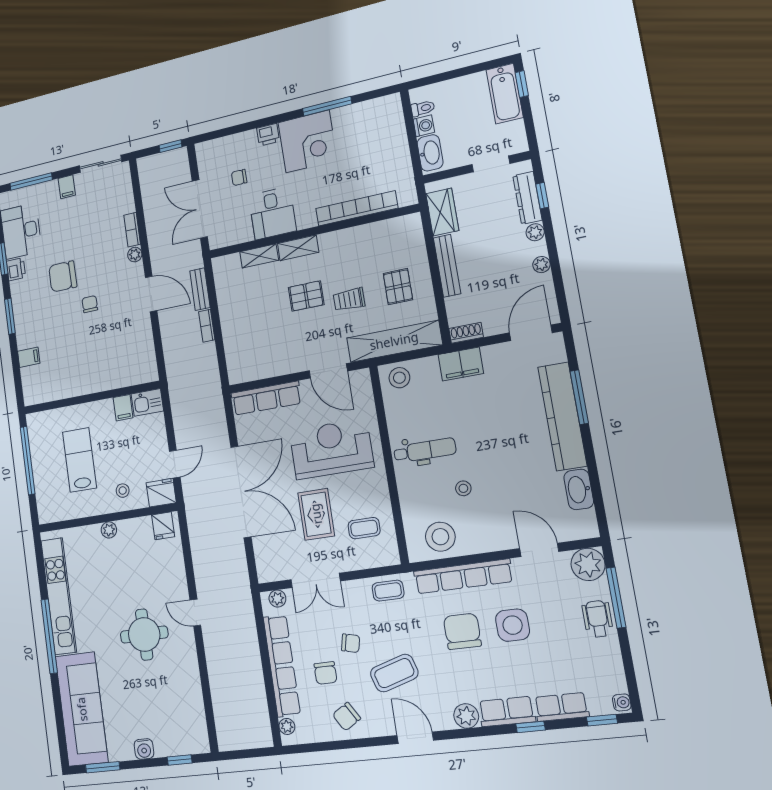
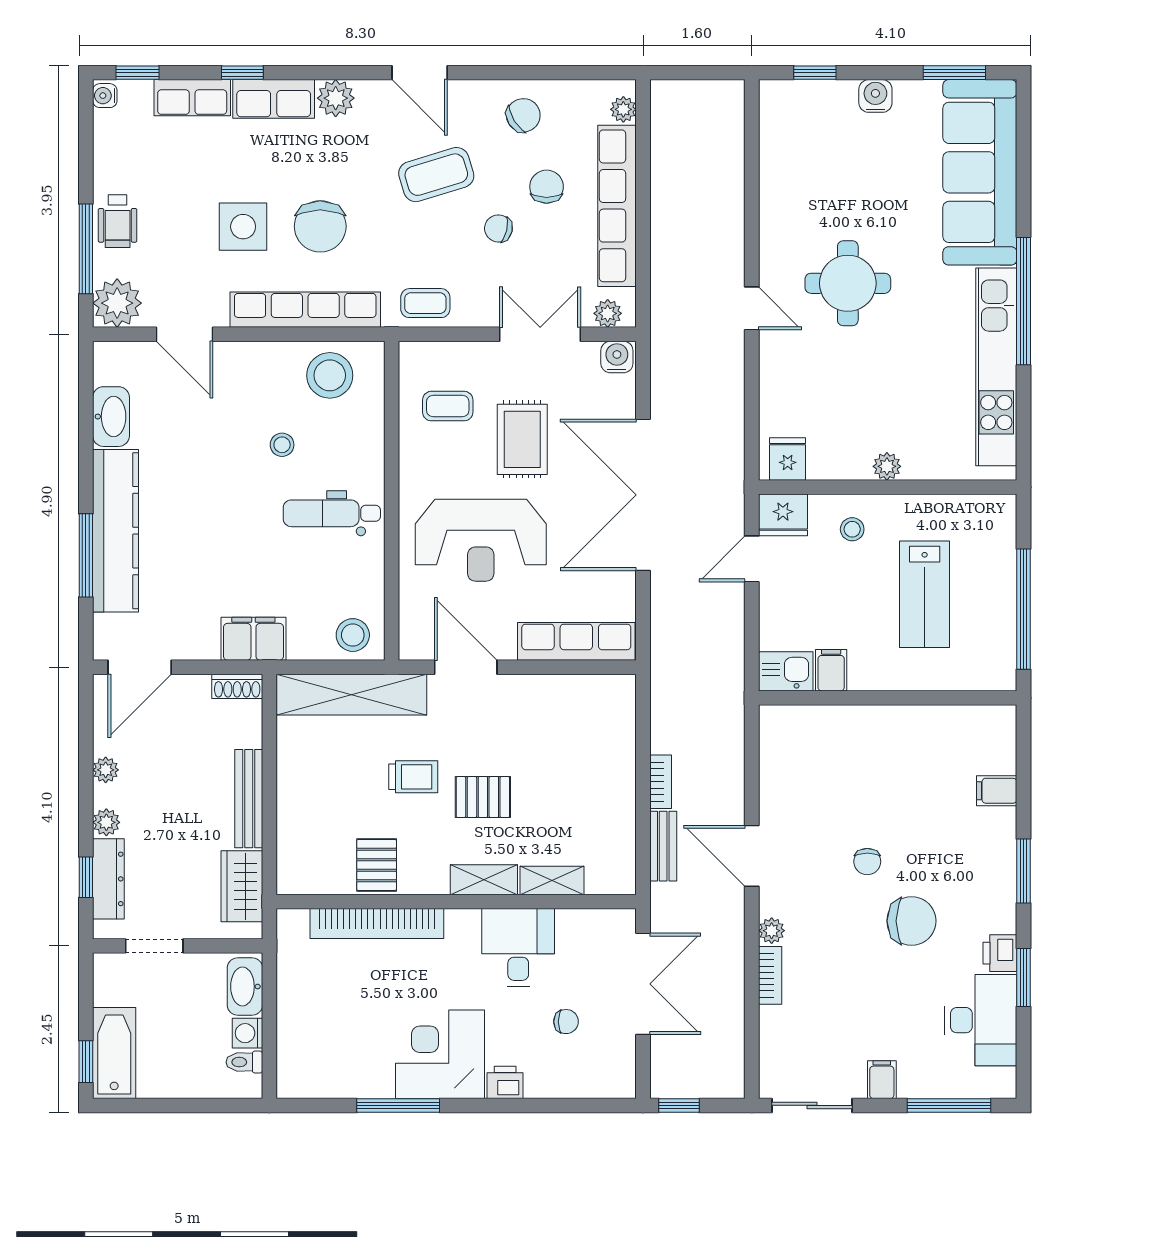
pallet: (398, 287) -> (377, 865), moved
water cooler: (268, 573) -> (617, 357), added

